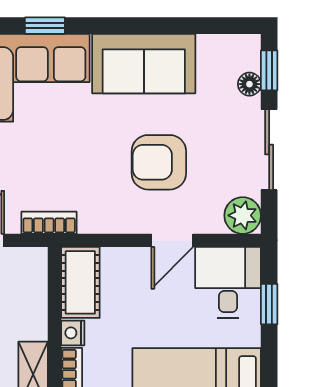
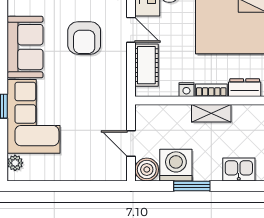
bookcase: (49, 223) -> (120, 104), removed
cot: (80, 282) -> (146, 65), moved, turned 90

